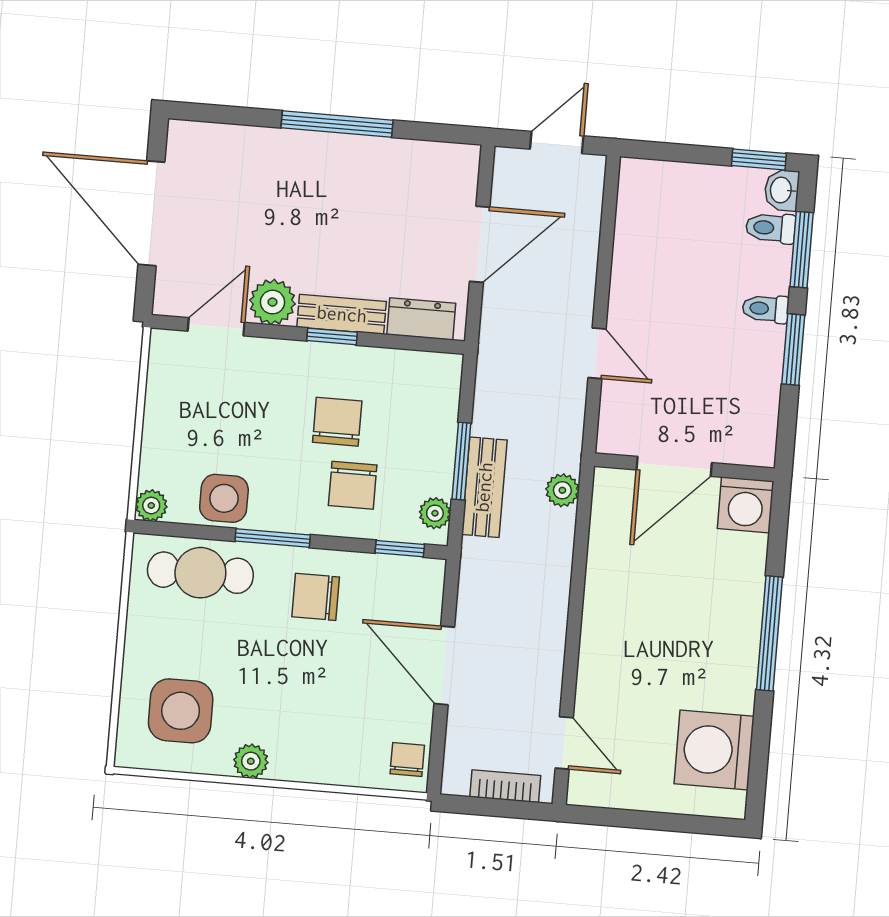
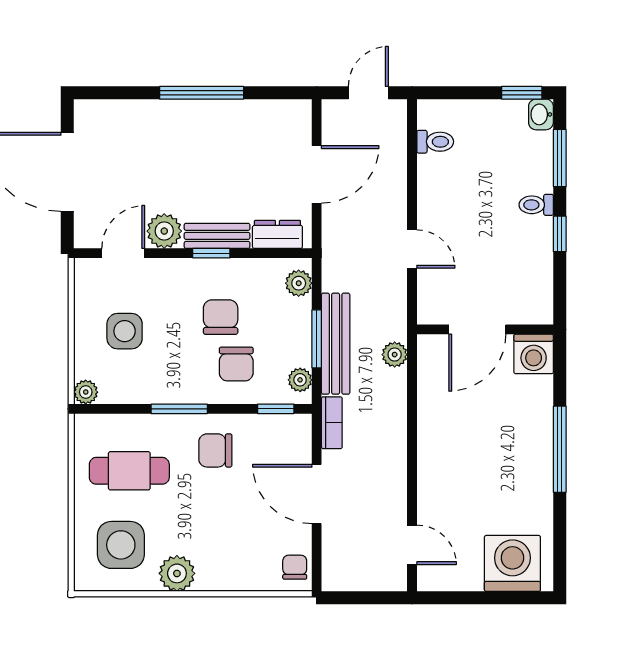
toilet: (771, 228) -> (435, 142), moved, turned 180
window: (793, 350) -> (560, 234), width x0.67
plant: (444, 386) -> (299, 283), added
bench: (484, 487) -> (336, 344), width x1.36
side table: (224, 498) -> (125, 331), moved
cafe table: (200, 573) -> (129, 471), moved
washing machine: (714, 750) -> (512, 563), moved, turned 90
plant: (251, 761) -> (177, 573), width x1.38, depth x1.38
bookcase: (505, 786) -> (332, 423), moved, turned 90

